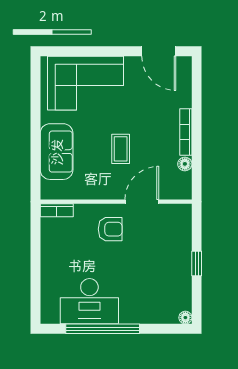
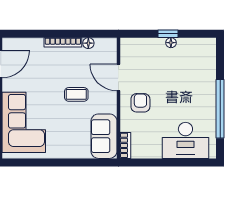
sofa: (57, 152) -> (104, 136), moved, turned -90
desk: (89, 301) -> (185, 140), moved, turned 90
floor lamp: (185, 318) -> (171, 43), moved

